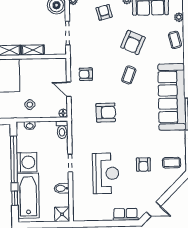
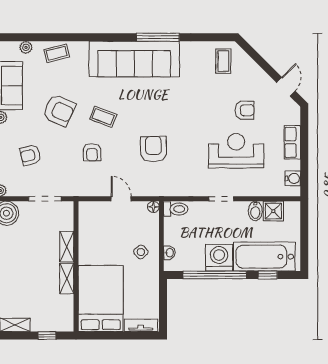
armchair: (104, 12) -> (30, 155), moved
armchair: (86, 74) -> (92, 152), moved
door: (69, 89) -> (121, 199), swing flipped
armchair: (143, 165) -> (245, 110), moved
shower: (62, 214) -> (273, 211), moved
row of seats: (125, 214) -> (292, 142), moved
water cooler: (86, 215) -> (293, 178), added

